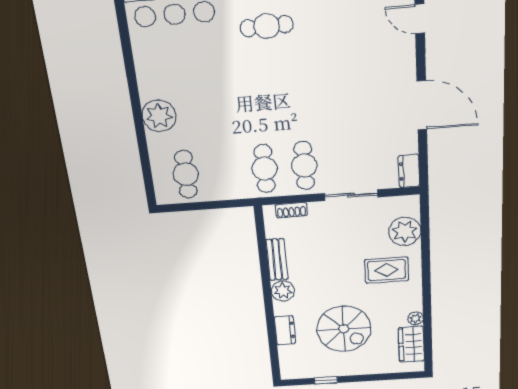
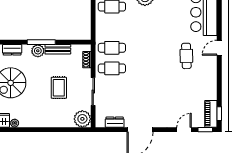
dresser: (409, 171) -> (115, 122), moved
plant: (405, 231) -> (82, 119), moved
rug: (387, 270) -> (59, 88), moved
window: (267, 287) -> (41, 42), added

